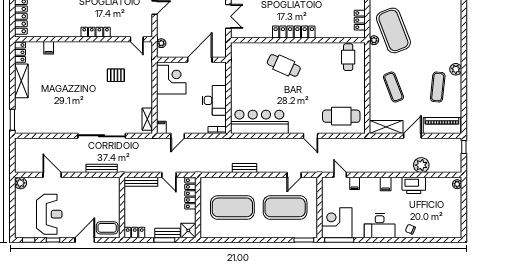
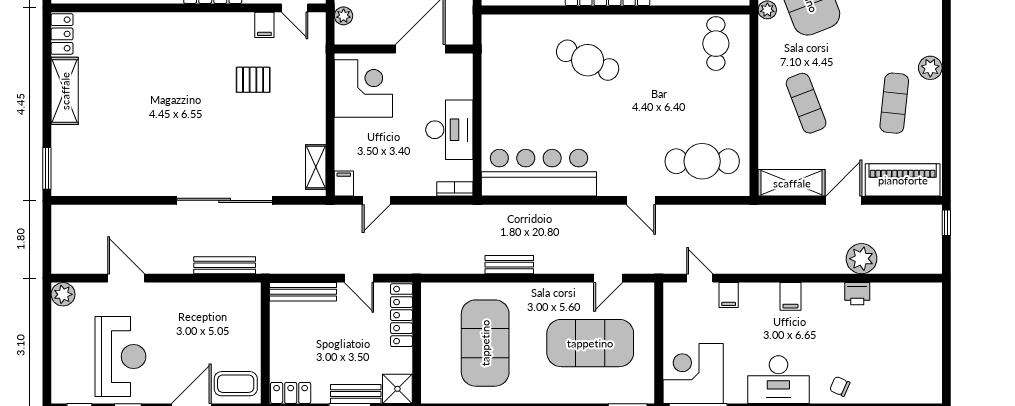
filing cabinet: (49, 48) -> (264, 25), moved
plant: (457, 184) -> (933, 297), removed
printer: (414, 185) -> (857, 294), width x0.53, depth x0.68
exercise mat: (232, 207) -> (485, 343), turned 90

